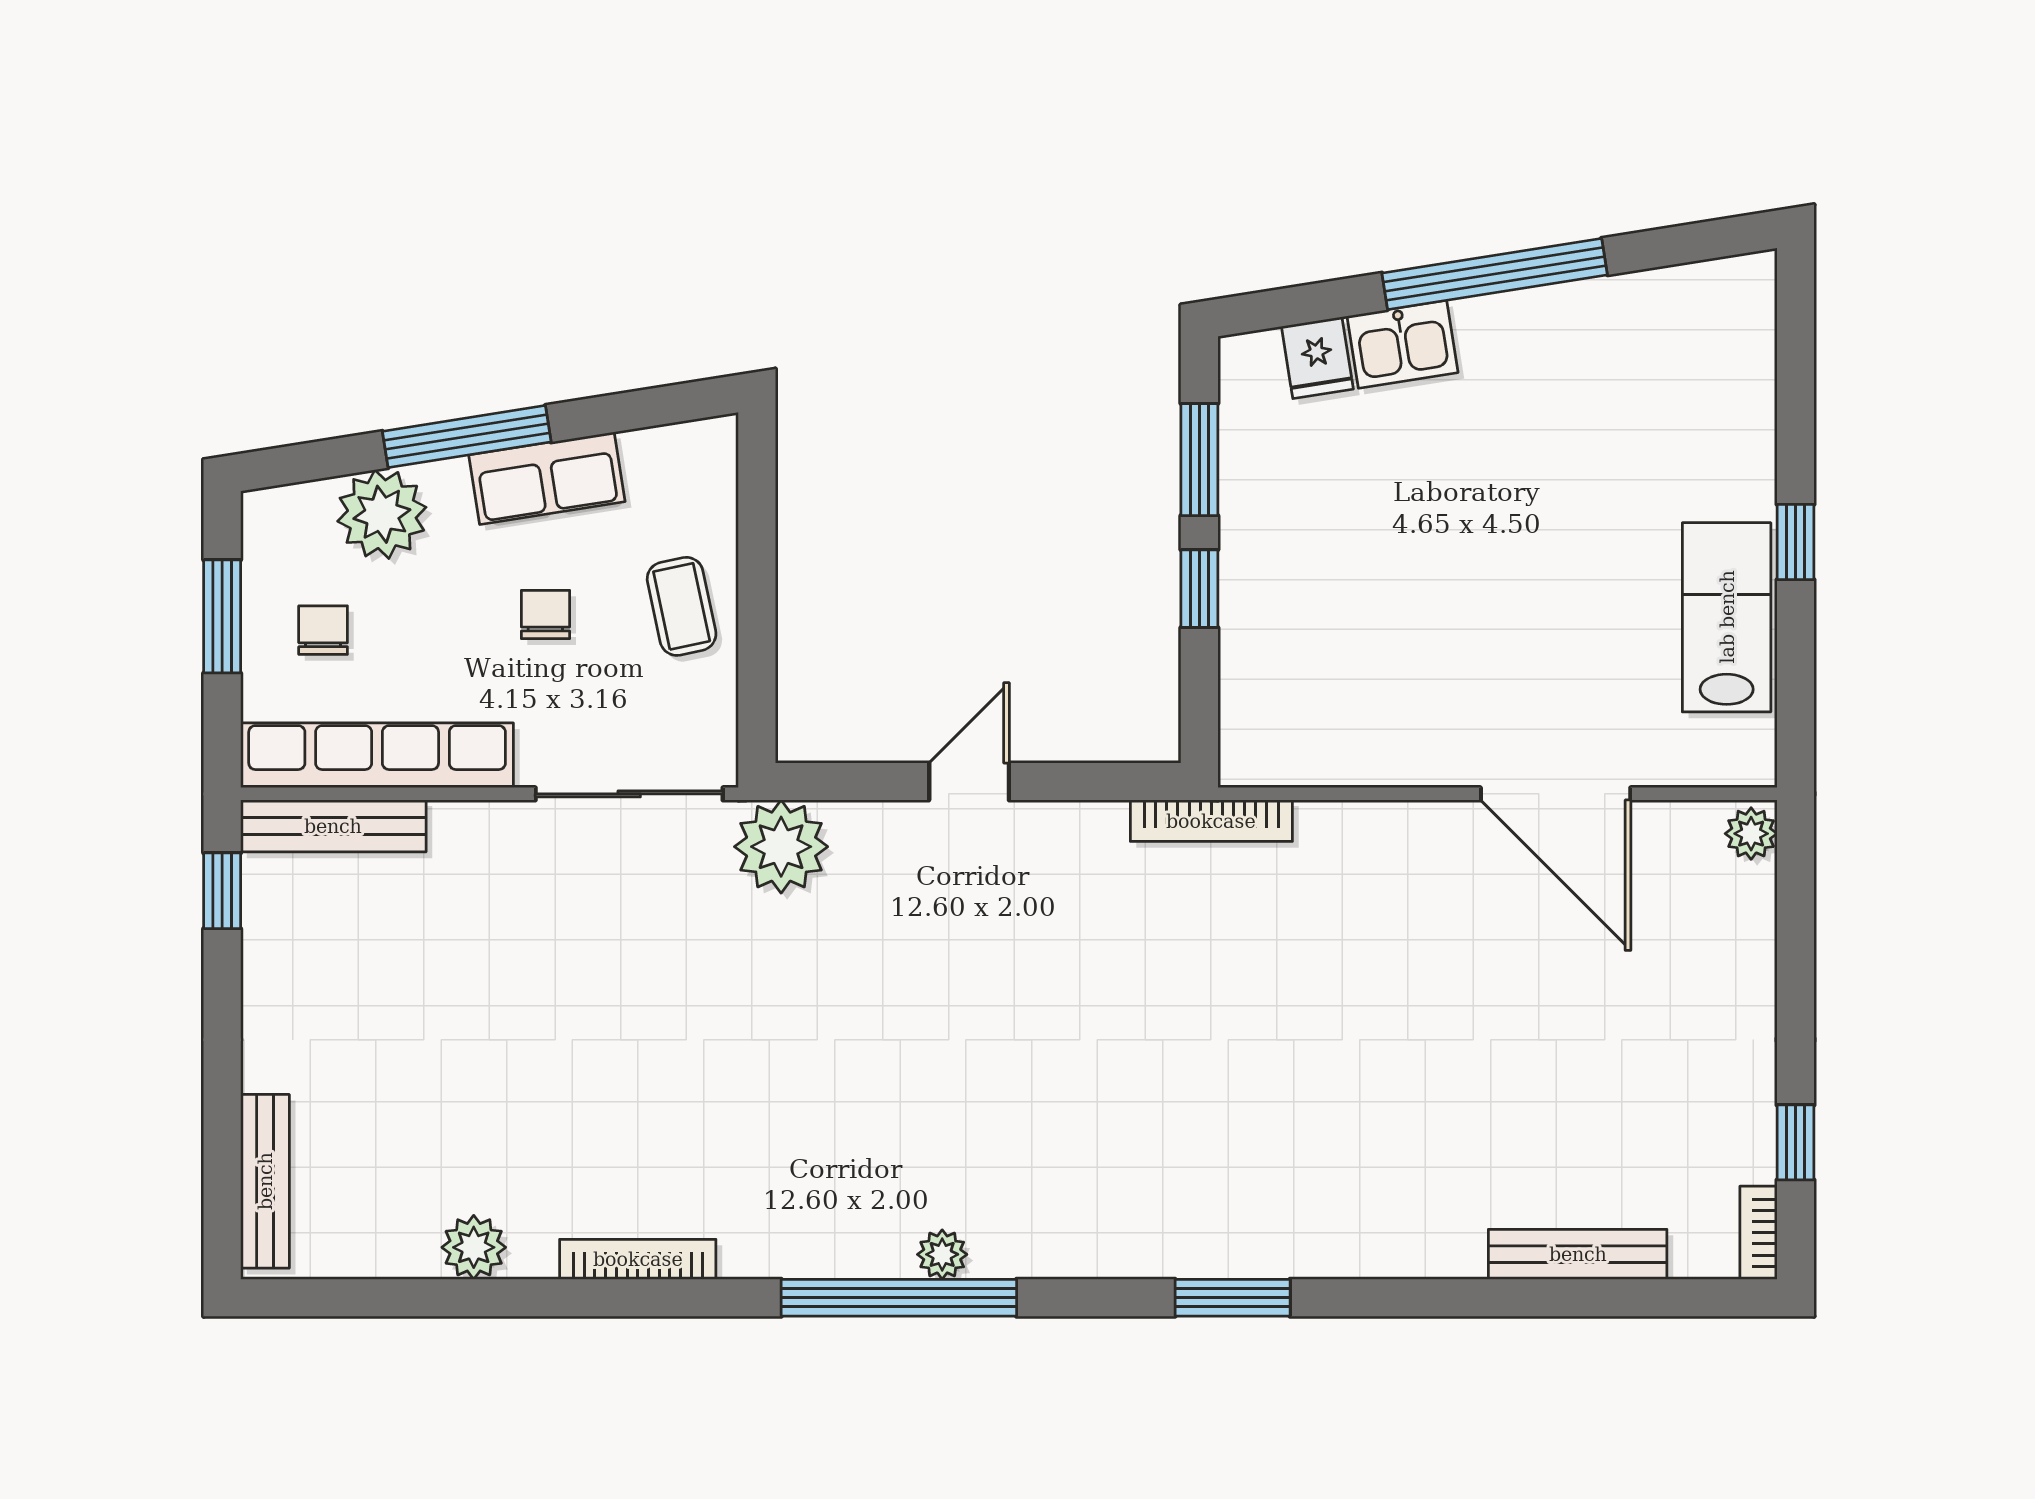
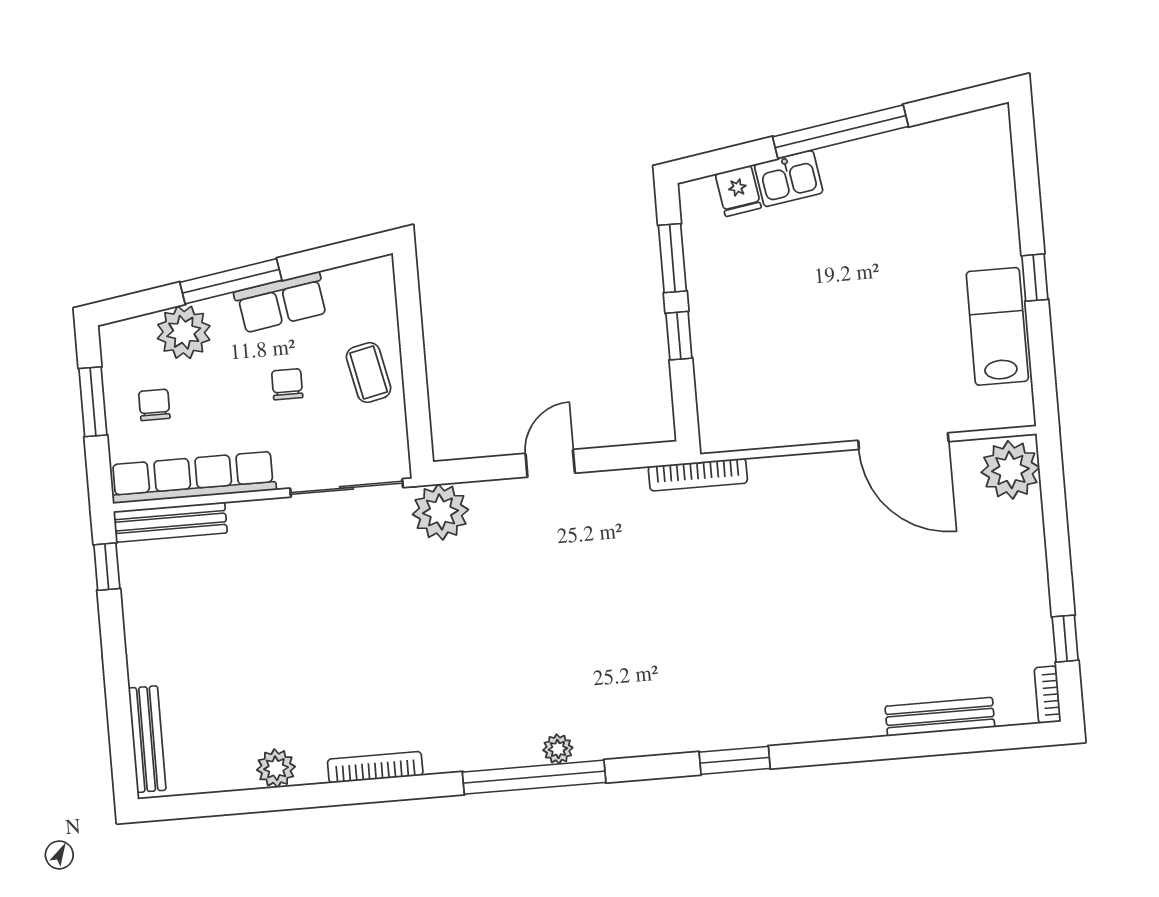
plant: (1751, 834) -> (1010, 470), width x1.87, depth x1.87

